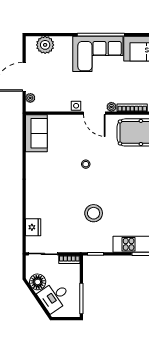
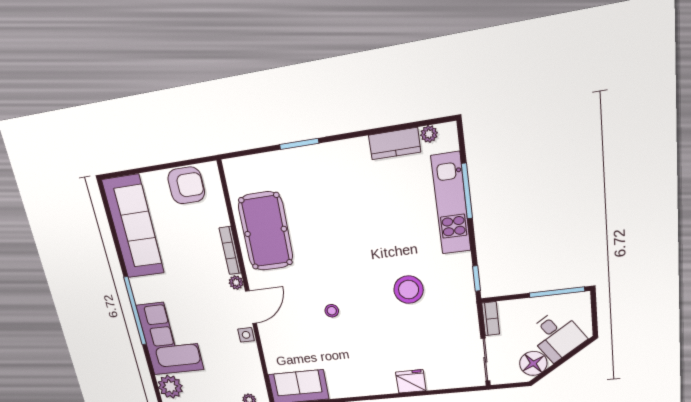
corner sofa: (98, 54) -> (170, 338), moved
fridge: (33, 227) -> (411, 381), moved

